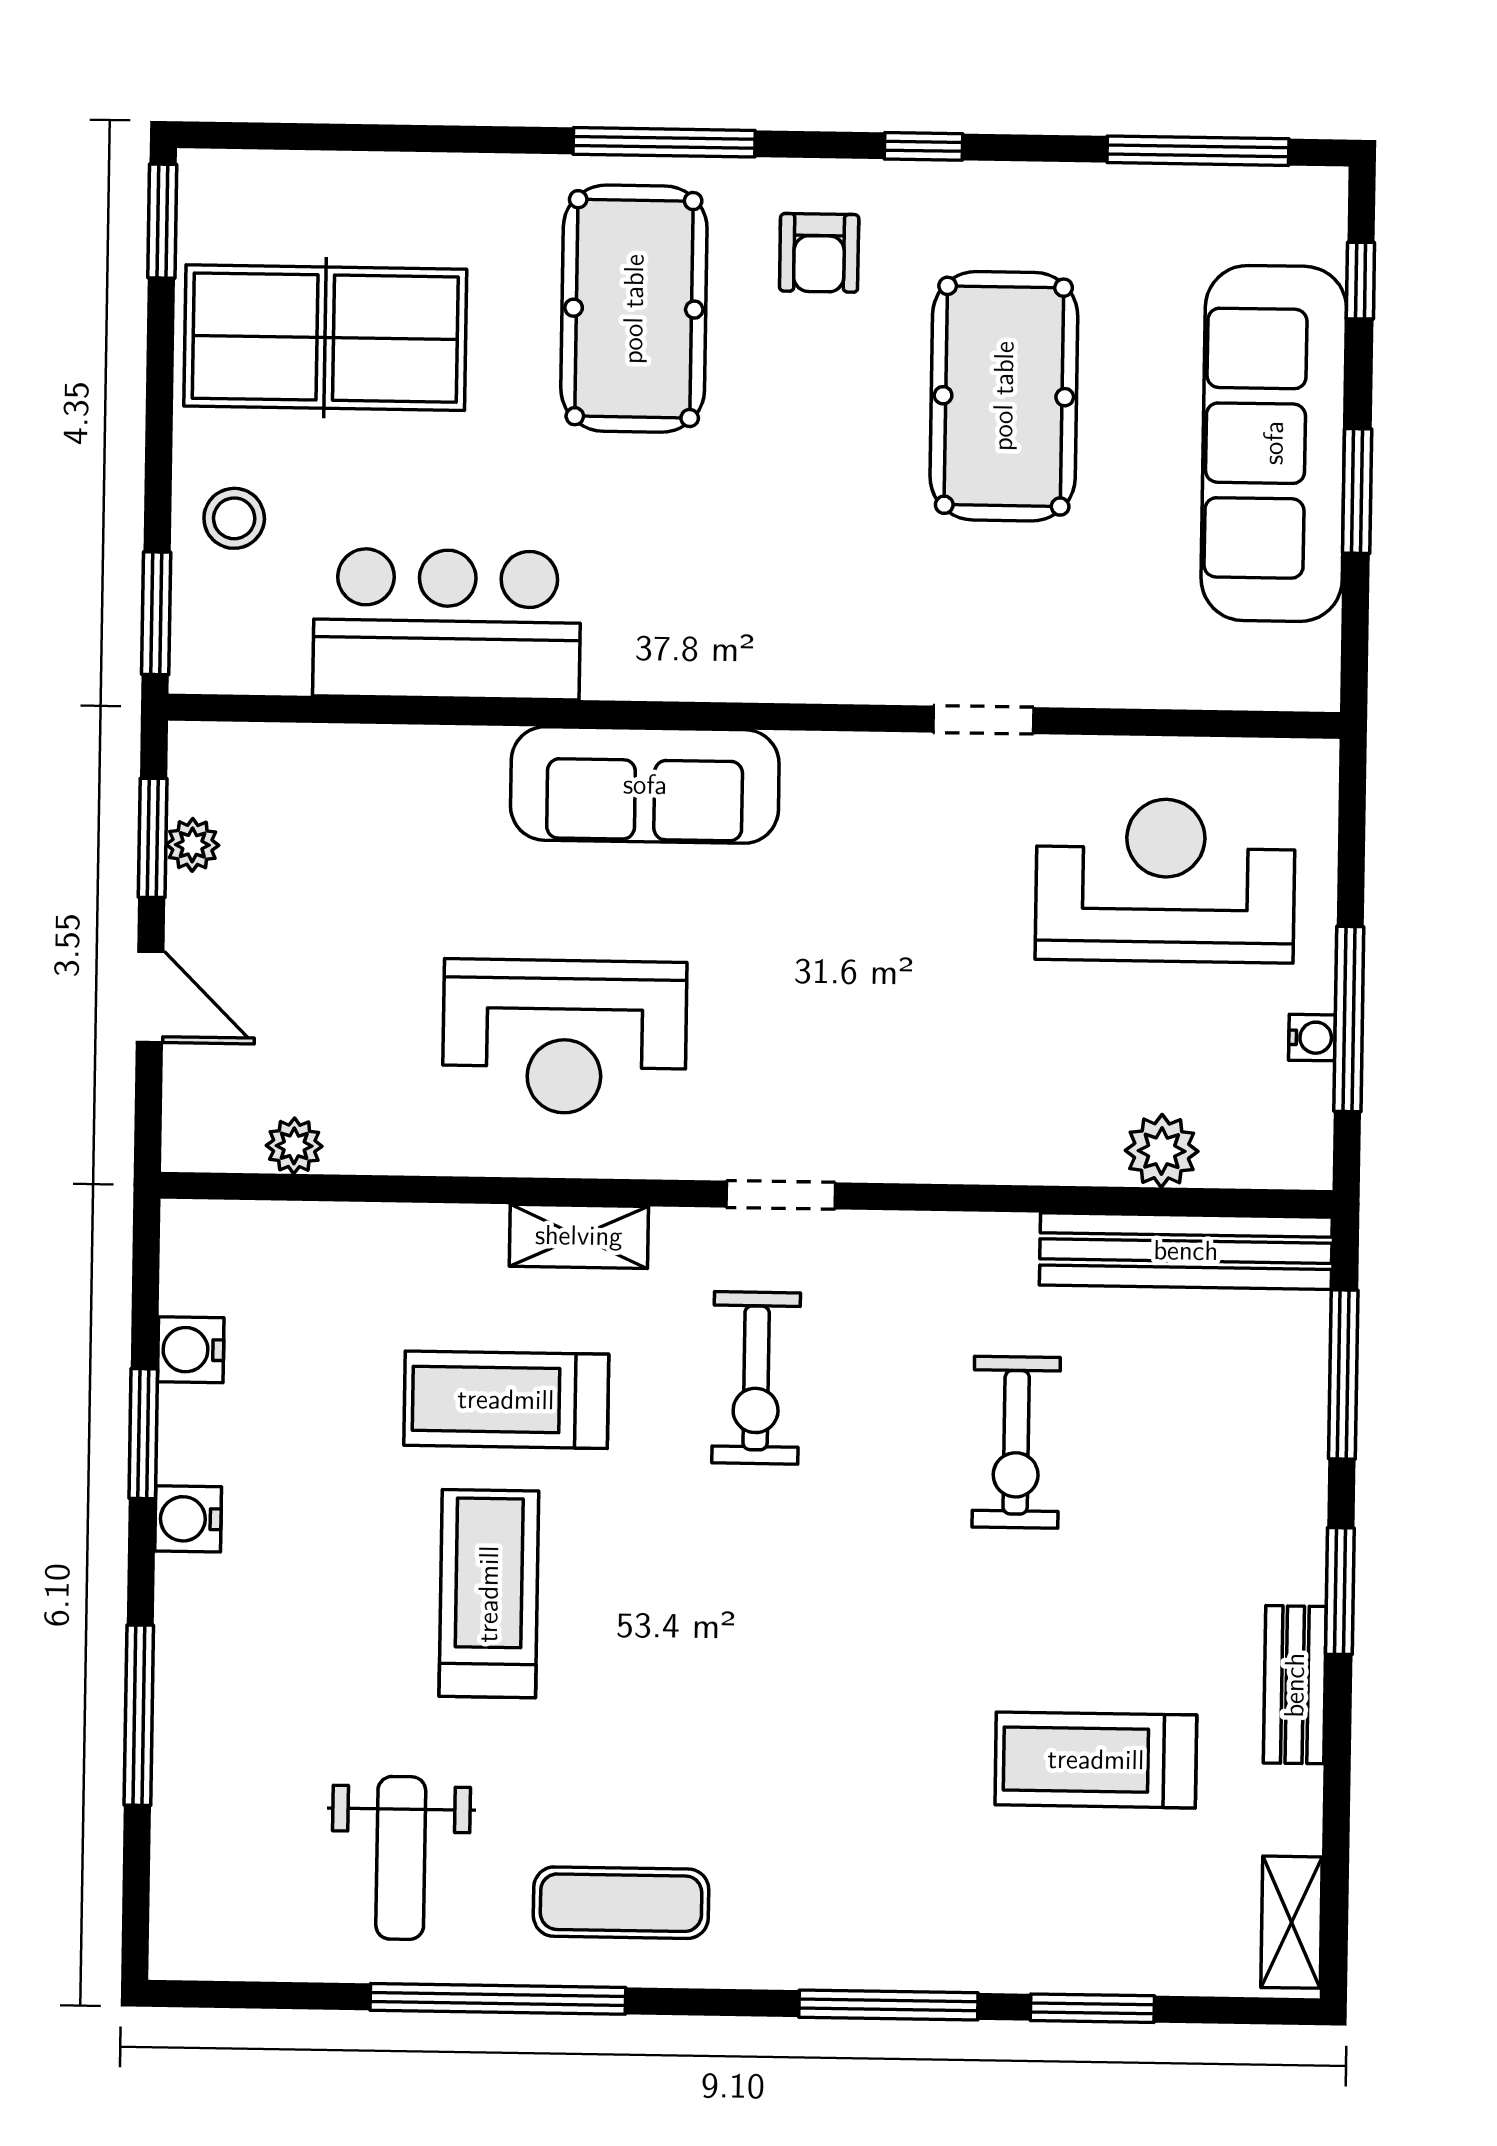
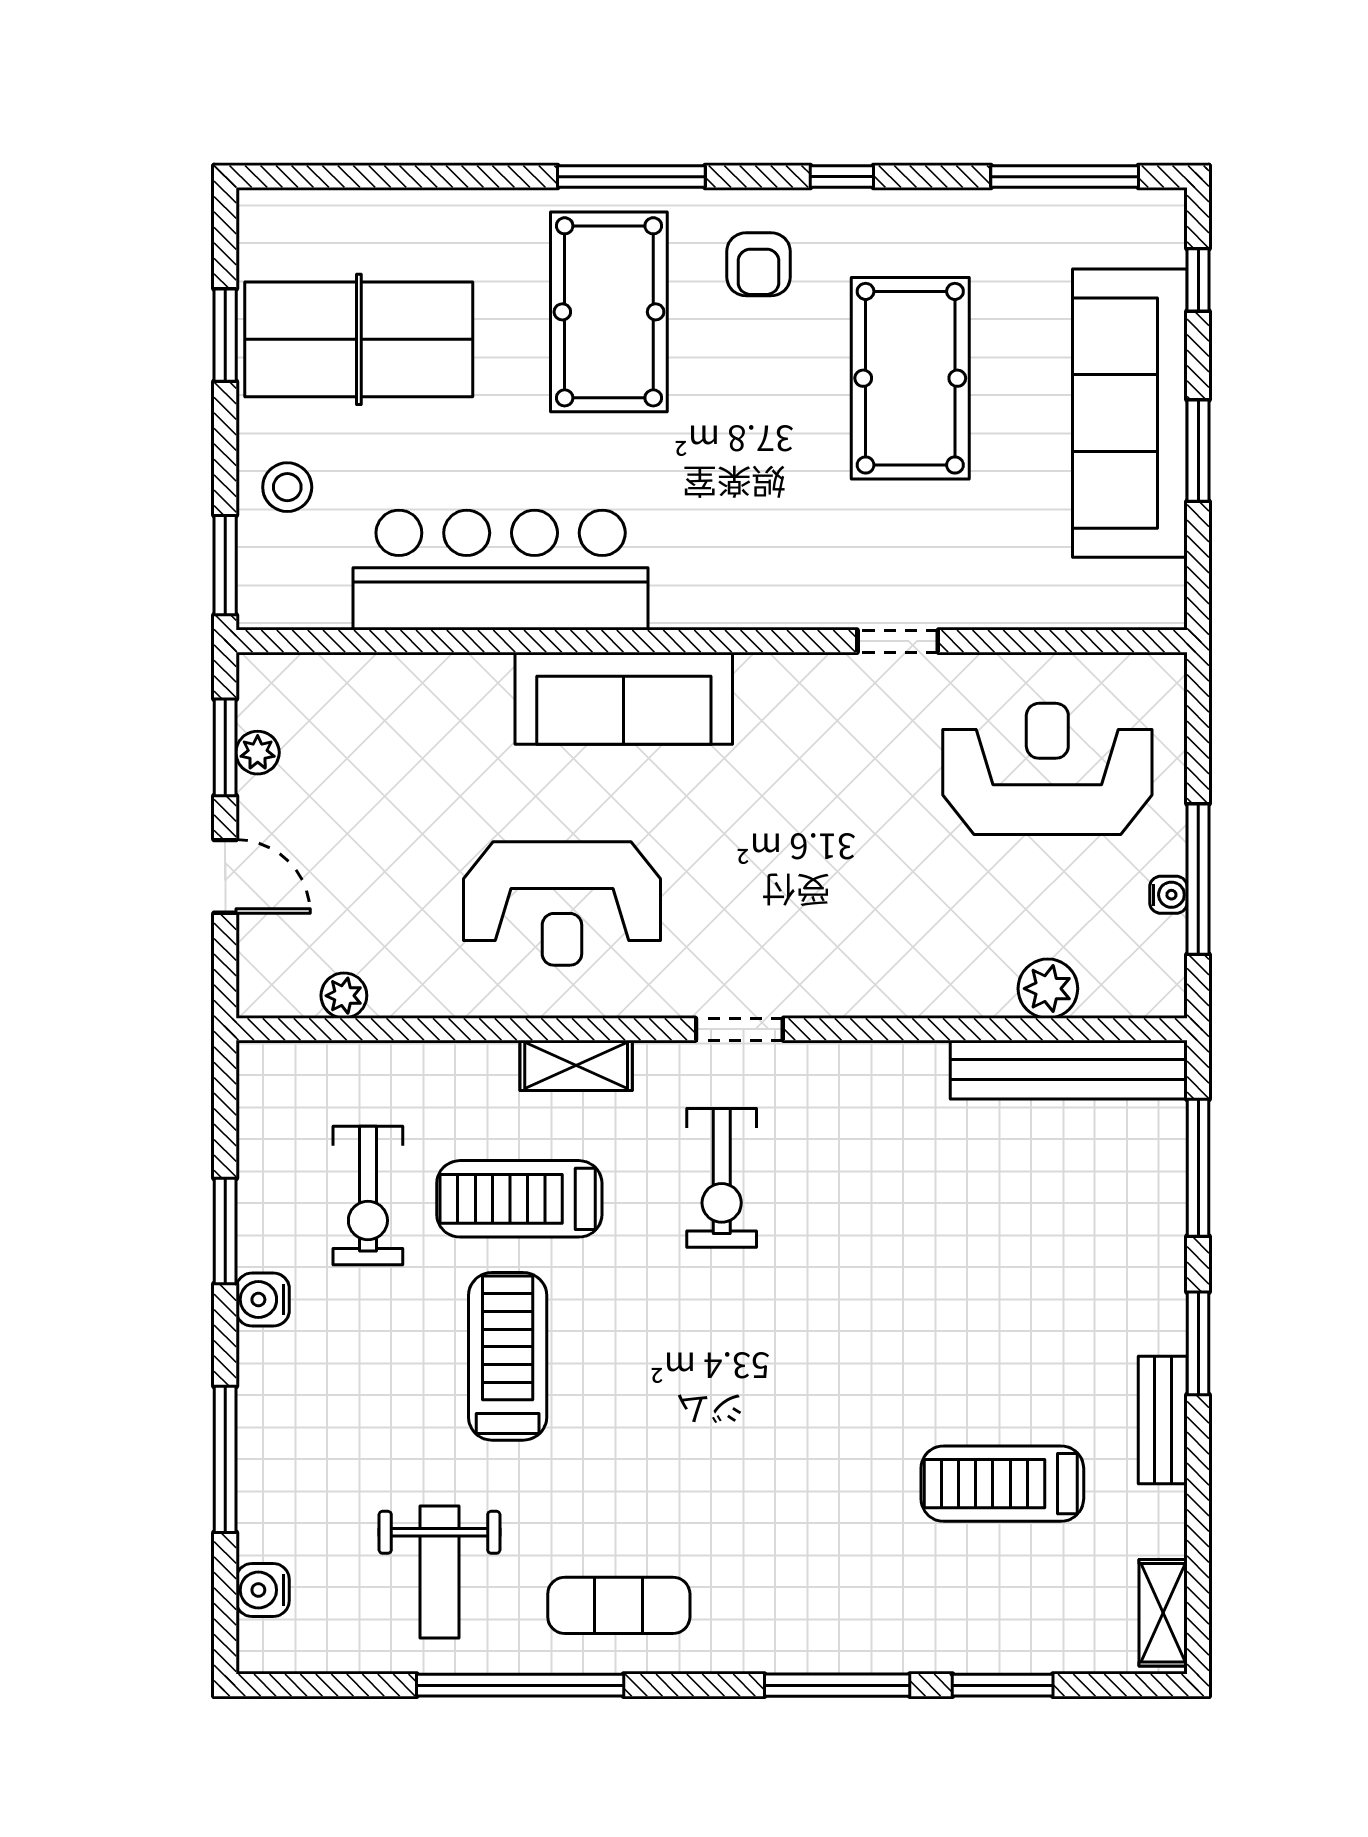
window: (162, 221) -> (225, 335), moved
bar counter: (447, 624) -> (501, 570), width x1.36
water cooler: (191, 1350) -> (263, 1590), moved
exercise bike: (1016, 1442) -> (368, 1196), moved

